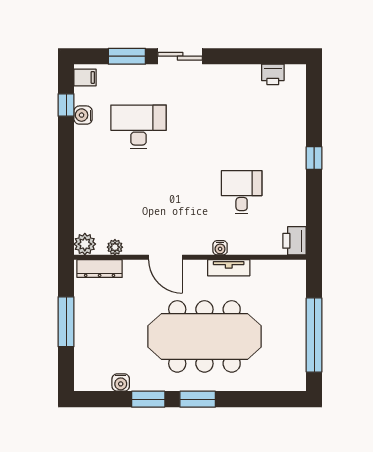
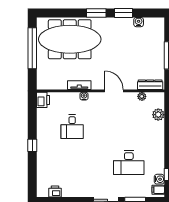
water cooler: (83, 115) -> (159, 179), moved
plant: (85, 244) -> (158, 115), moved
meeting table: (204, 336) -> (70, 39), moved

